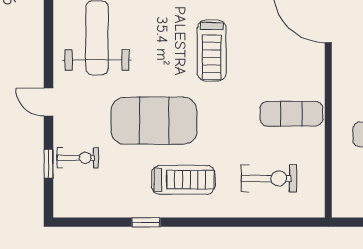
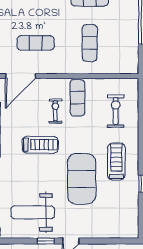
exercise bike: (78, 158) -> (55, 111), moved
window: (49, 164) -> (46, 241), moved

